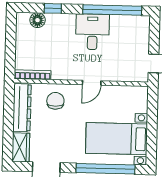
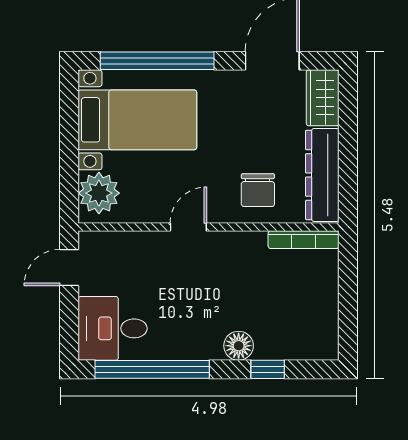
floor lamp: (38, 20) -> (239, 346), moved
desk: (92, 32) -> (113, 328), moved, turned 90
plant: (137, 101) -> (99, 193), added

